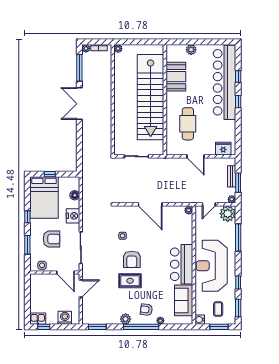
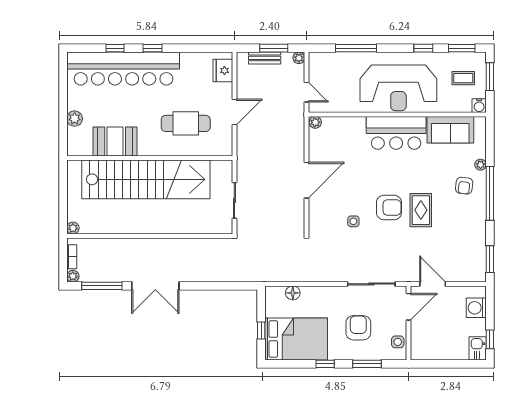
plant: (228, 214) -> (320, 64), removed
nightstand: (73, 216) -> (324, 296), removed
plant: (126, 319) -> (478, 217), removed

